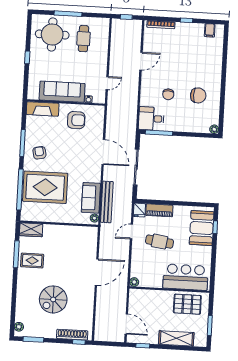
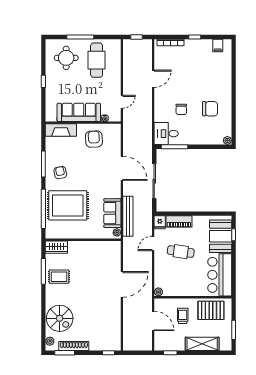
round table: (52, 34) -> (66, 58), width x0.73, depth x0.73
cafe table: (83, 39) -> (97, 60), width x1.37, depth x1.35
armchair: (76, 120) -> (94, 139), turned -93
bar counter: (186, 277) -> (220, 275), moved, turned -90
spiral stairs: (53, 299) -> (60, 318), moved, turned -90
trolley: (158, 308) -> (183, 316), added
door: (126, 324) -> (153, 321), moved
shoe rack: (72, 335) -> (74, 346), moved

